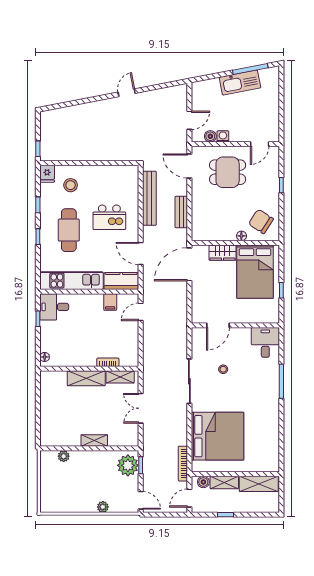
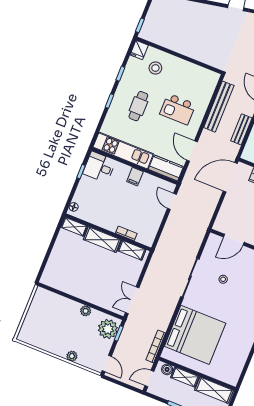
cafe table: (69, 230) -> (138, 106), width x0.73, depth x0.74
filing cabinet: (110, 302) -> (135, 177), moved
door: (141, 312) -> (172, 201), hinge flipped
double door: (141, 408) -> (132, 300), moved
shelving: (94, 440) -> (74, 227), moved
plant: (64, 456) -> (86, 311), moved

